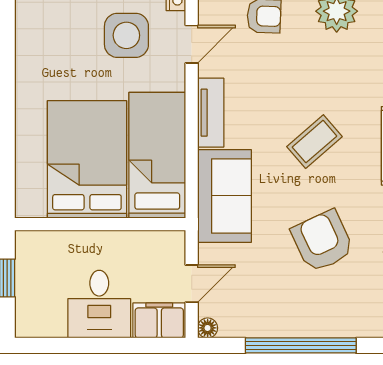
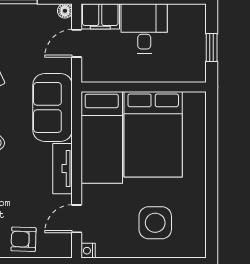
side table: (126, 35) -> (155, 223), moved

